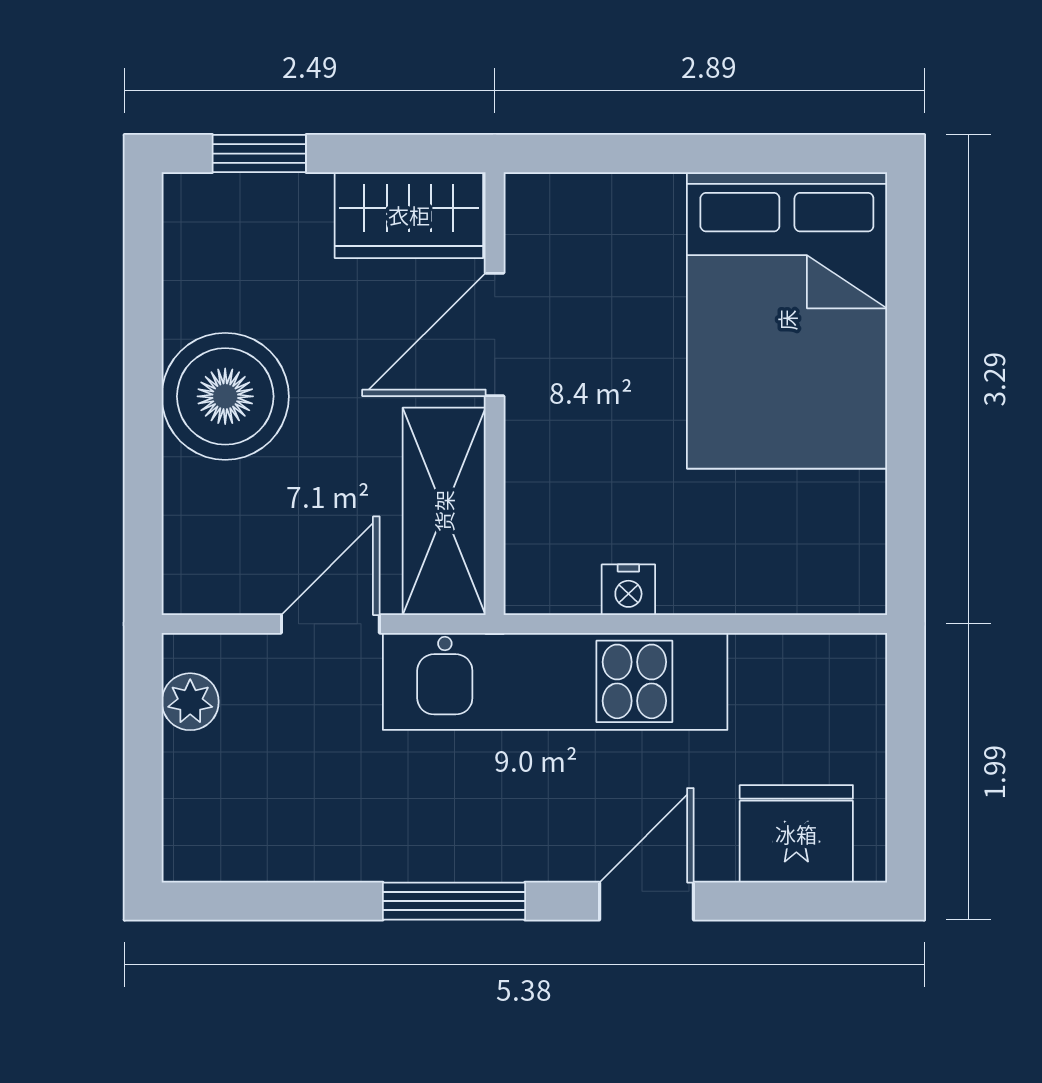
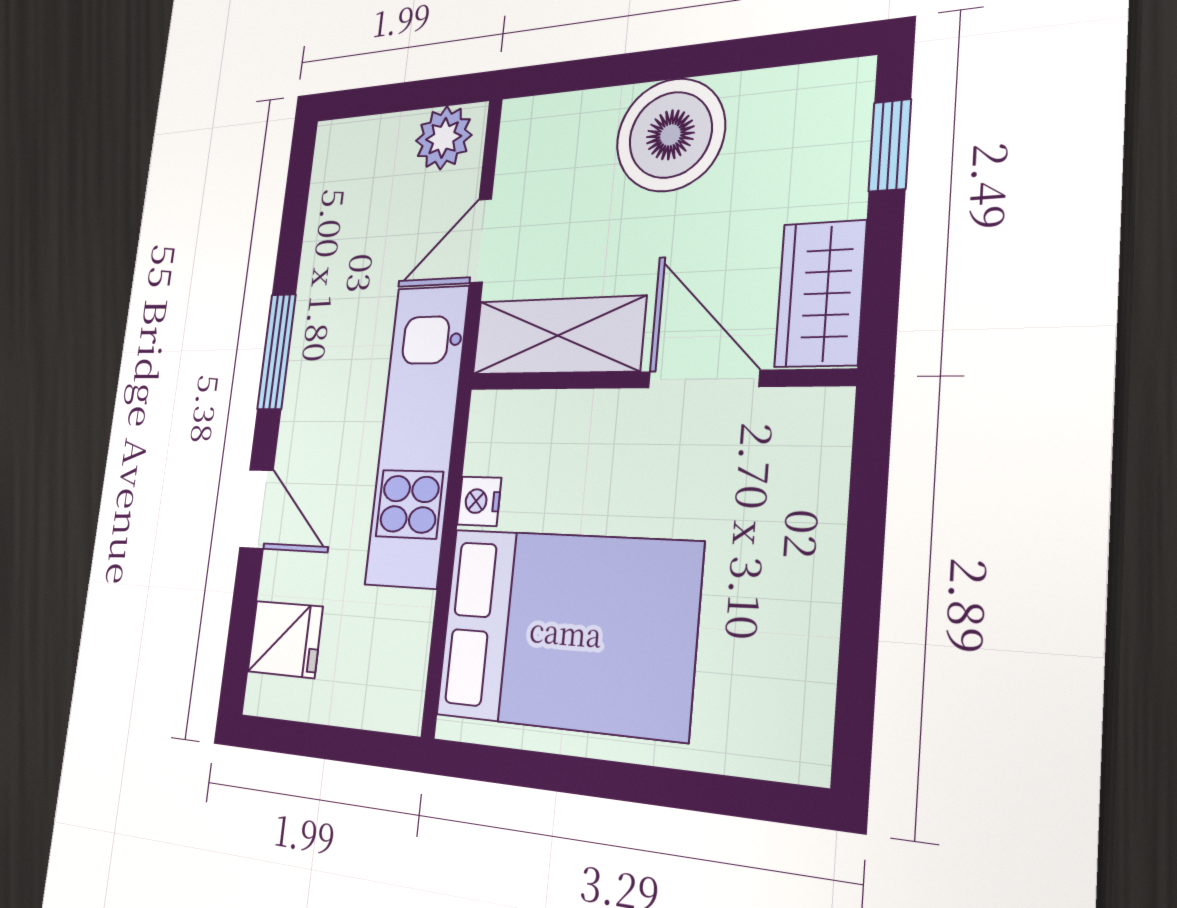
bed: (787, 320) -> (566, 631), moved, turned 180
door: (330, 624) -> (481, 241), swing flipped
plant: (190, 702) -> (444, 138), width x1.38, depth x1.38
fridge: (796, 834) -> (285, 639), width x0.72

